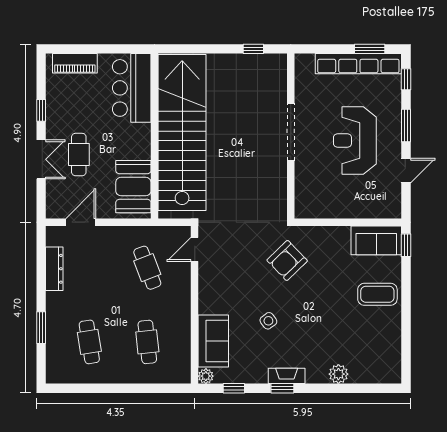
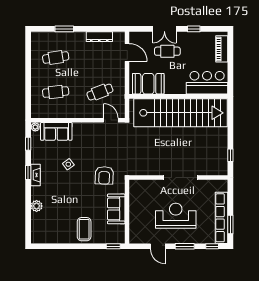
sofa: (376, 240) -> (116, 209), moved
armchair: (287, 261) -> (104, 175), turned -134

